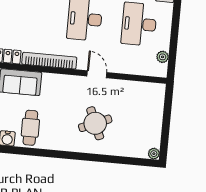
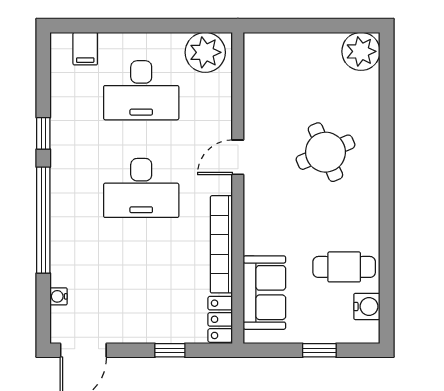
plant: (163, 57) -> (205, 52), width x1.88, depth x1.88
plant: (154, 154) -> (361, 51), width x1.87, depth x1.87

